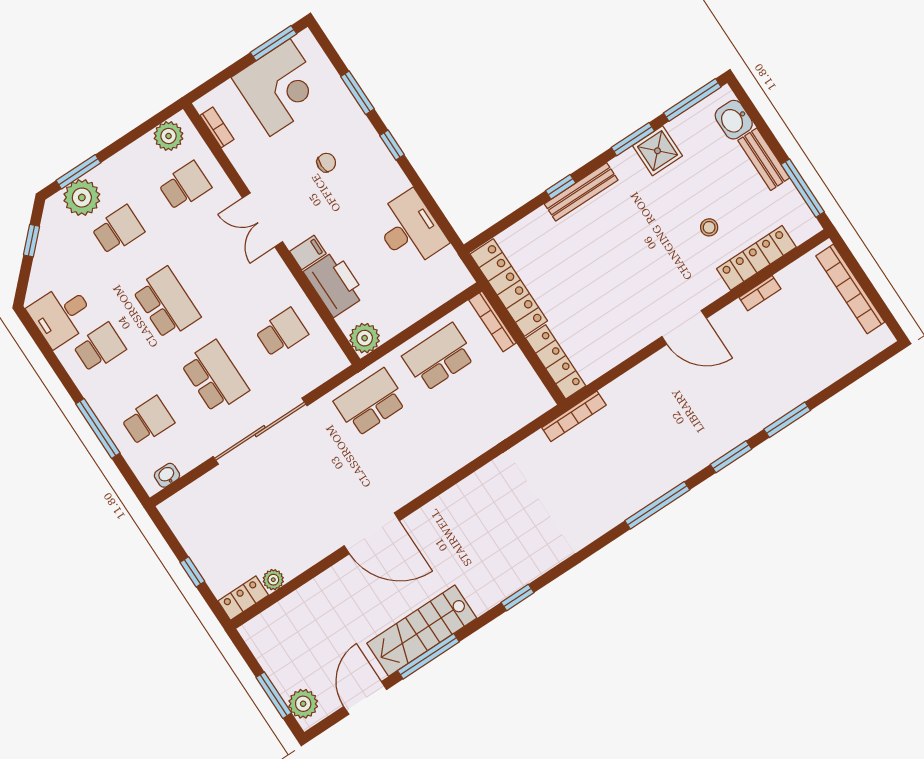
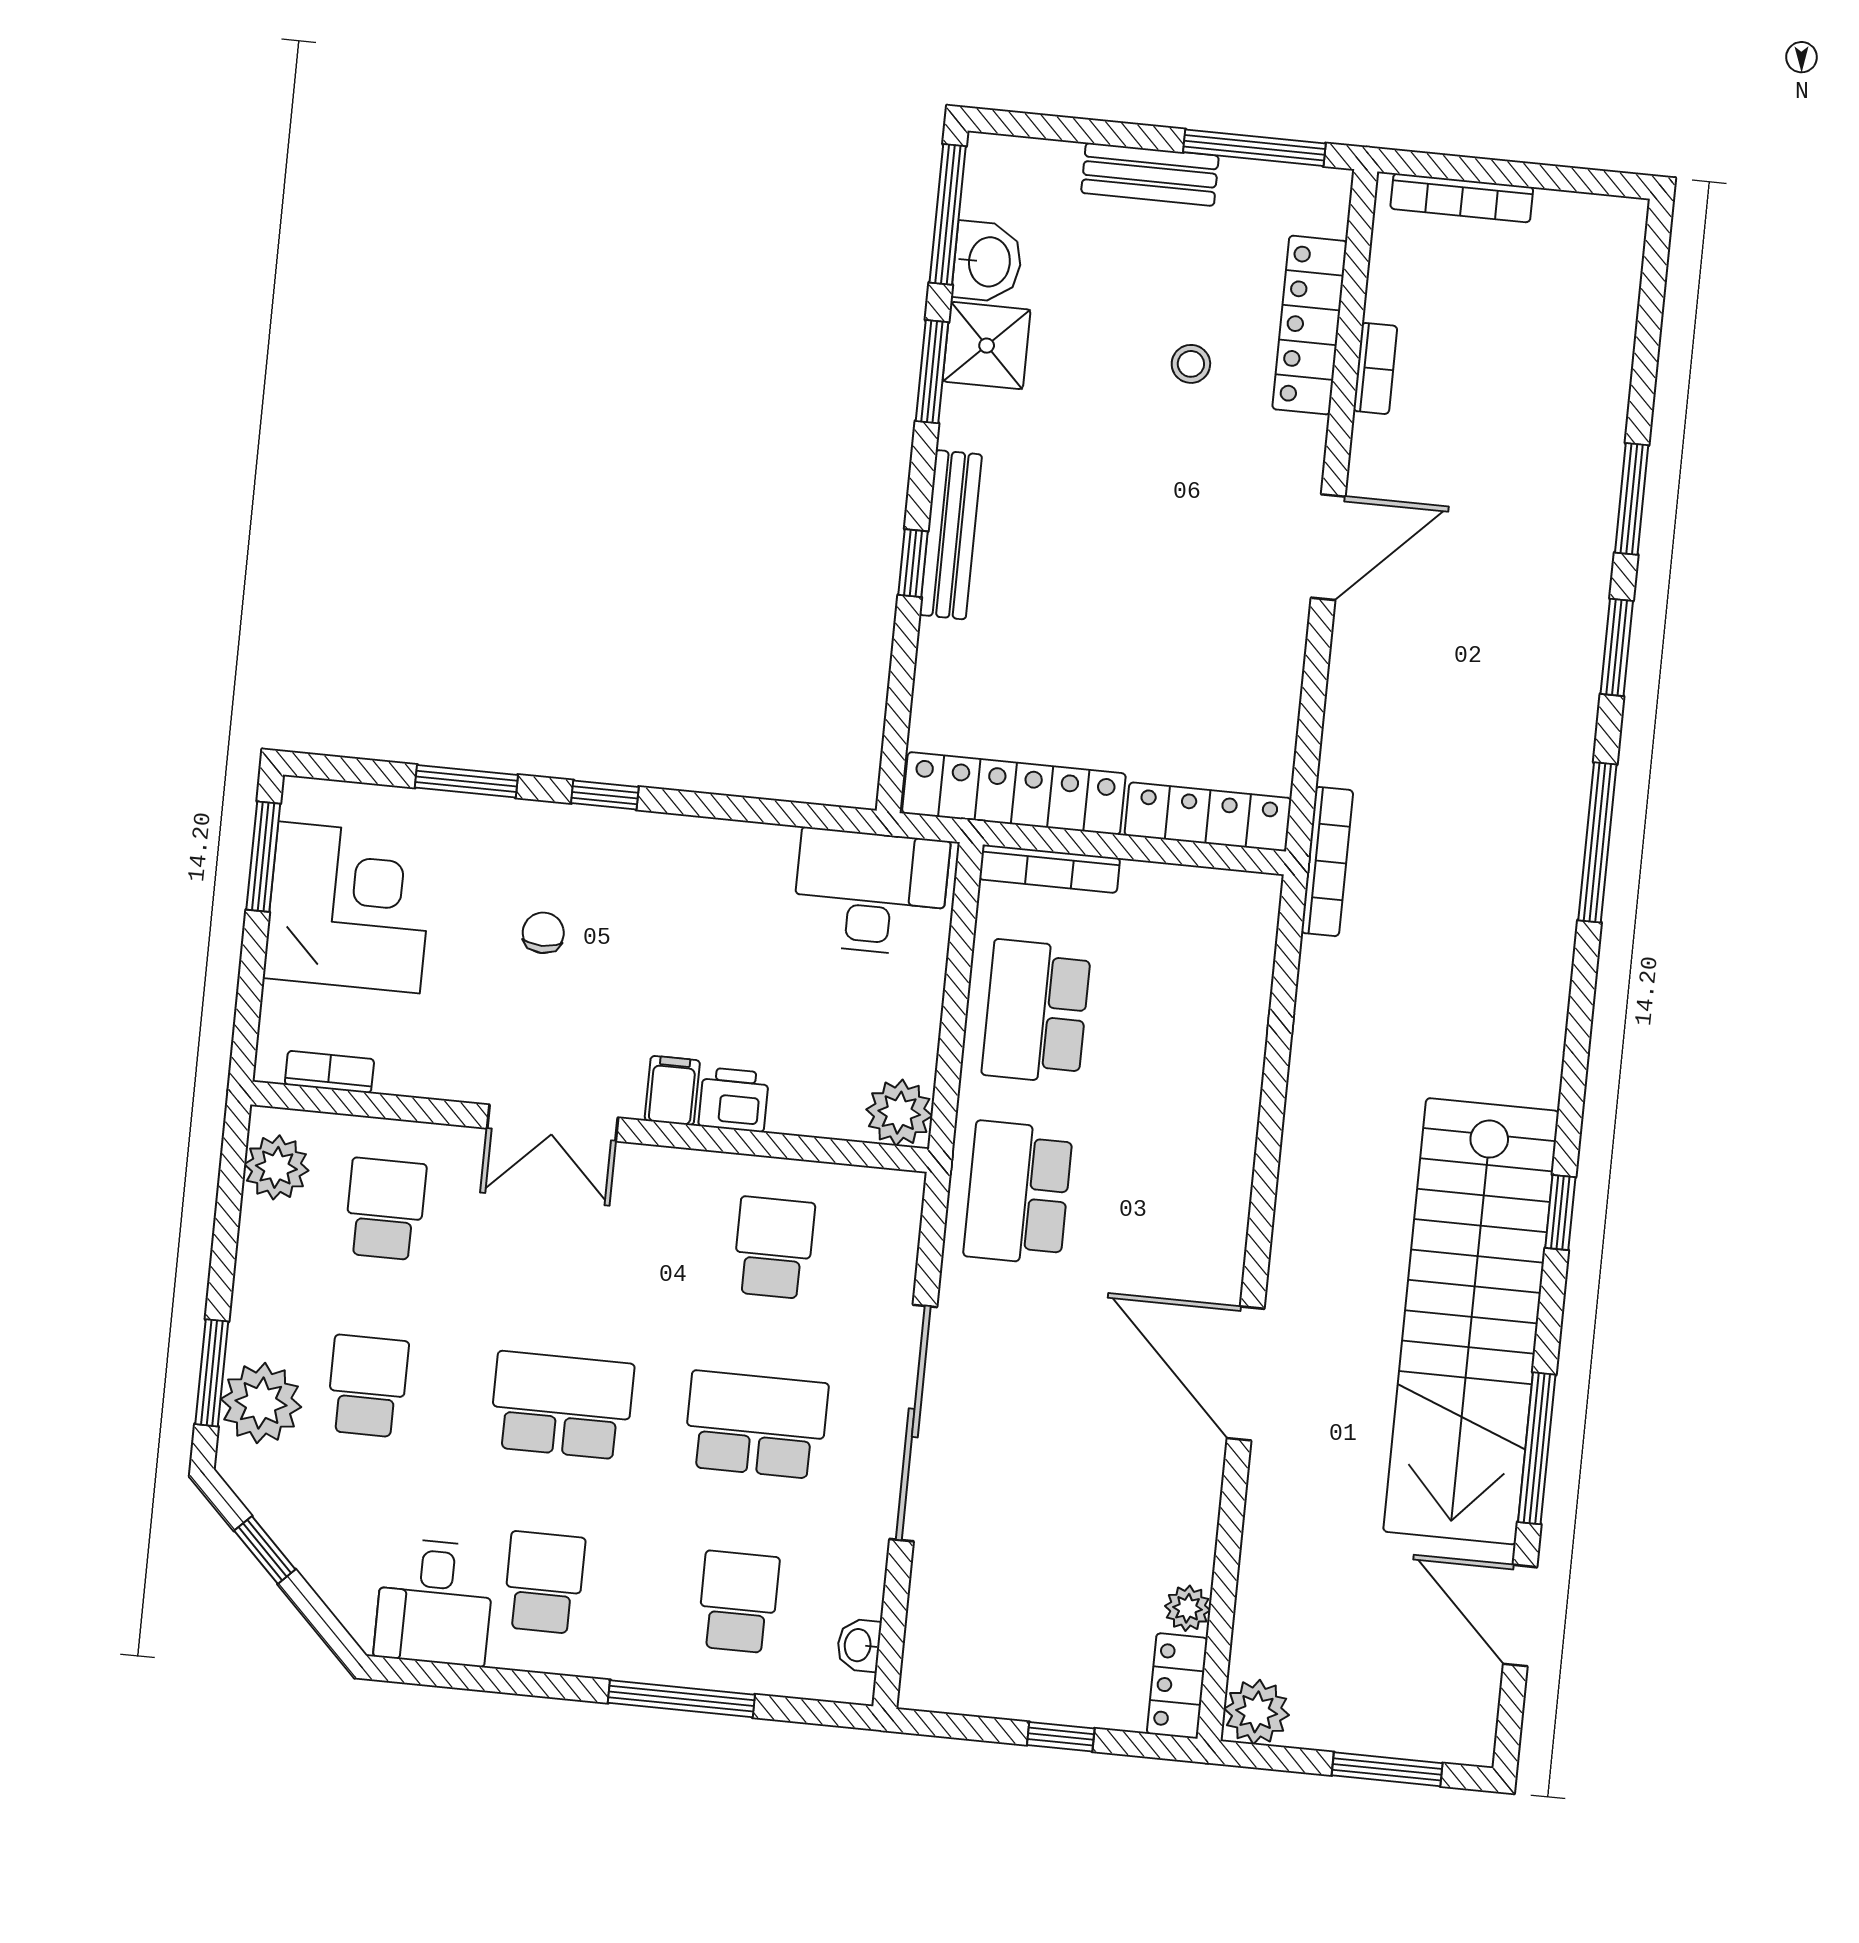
washbasin: (734, 120) -> (987, 262), moved, turned -90
desk: (410, 229) -> (871, 892), moved
printer: (335, 284) -> (734, 1100), width x0.53, depth x0.68
bookcase: (850, 289) -> (1462, 198), width x0.68, depth x0.76
door: (372, 533) -> (1246, 1373), swing flipped
stairs: (422, 631) -> (1471, 1321), width x1.86, depth x1.51
plant: (303, 704) -> (1257, 1712), moved

